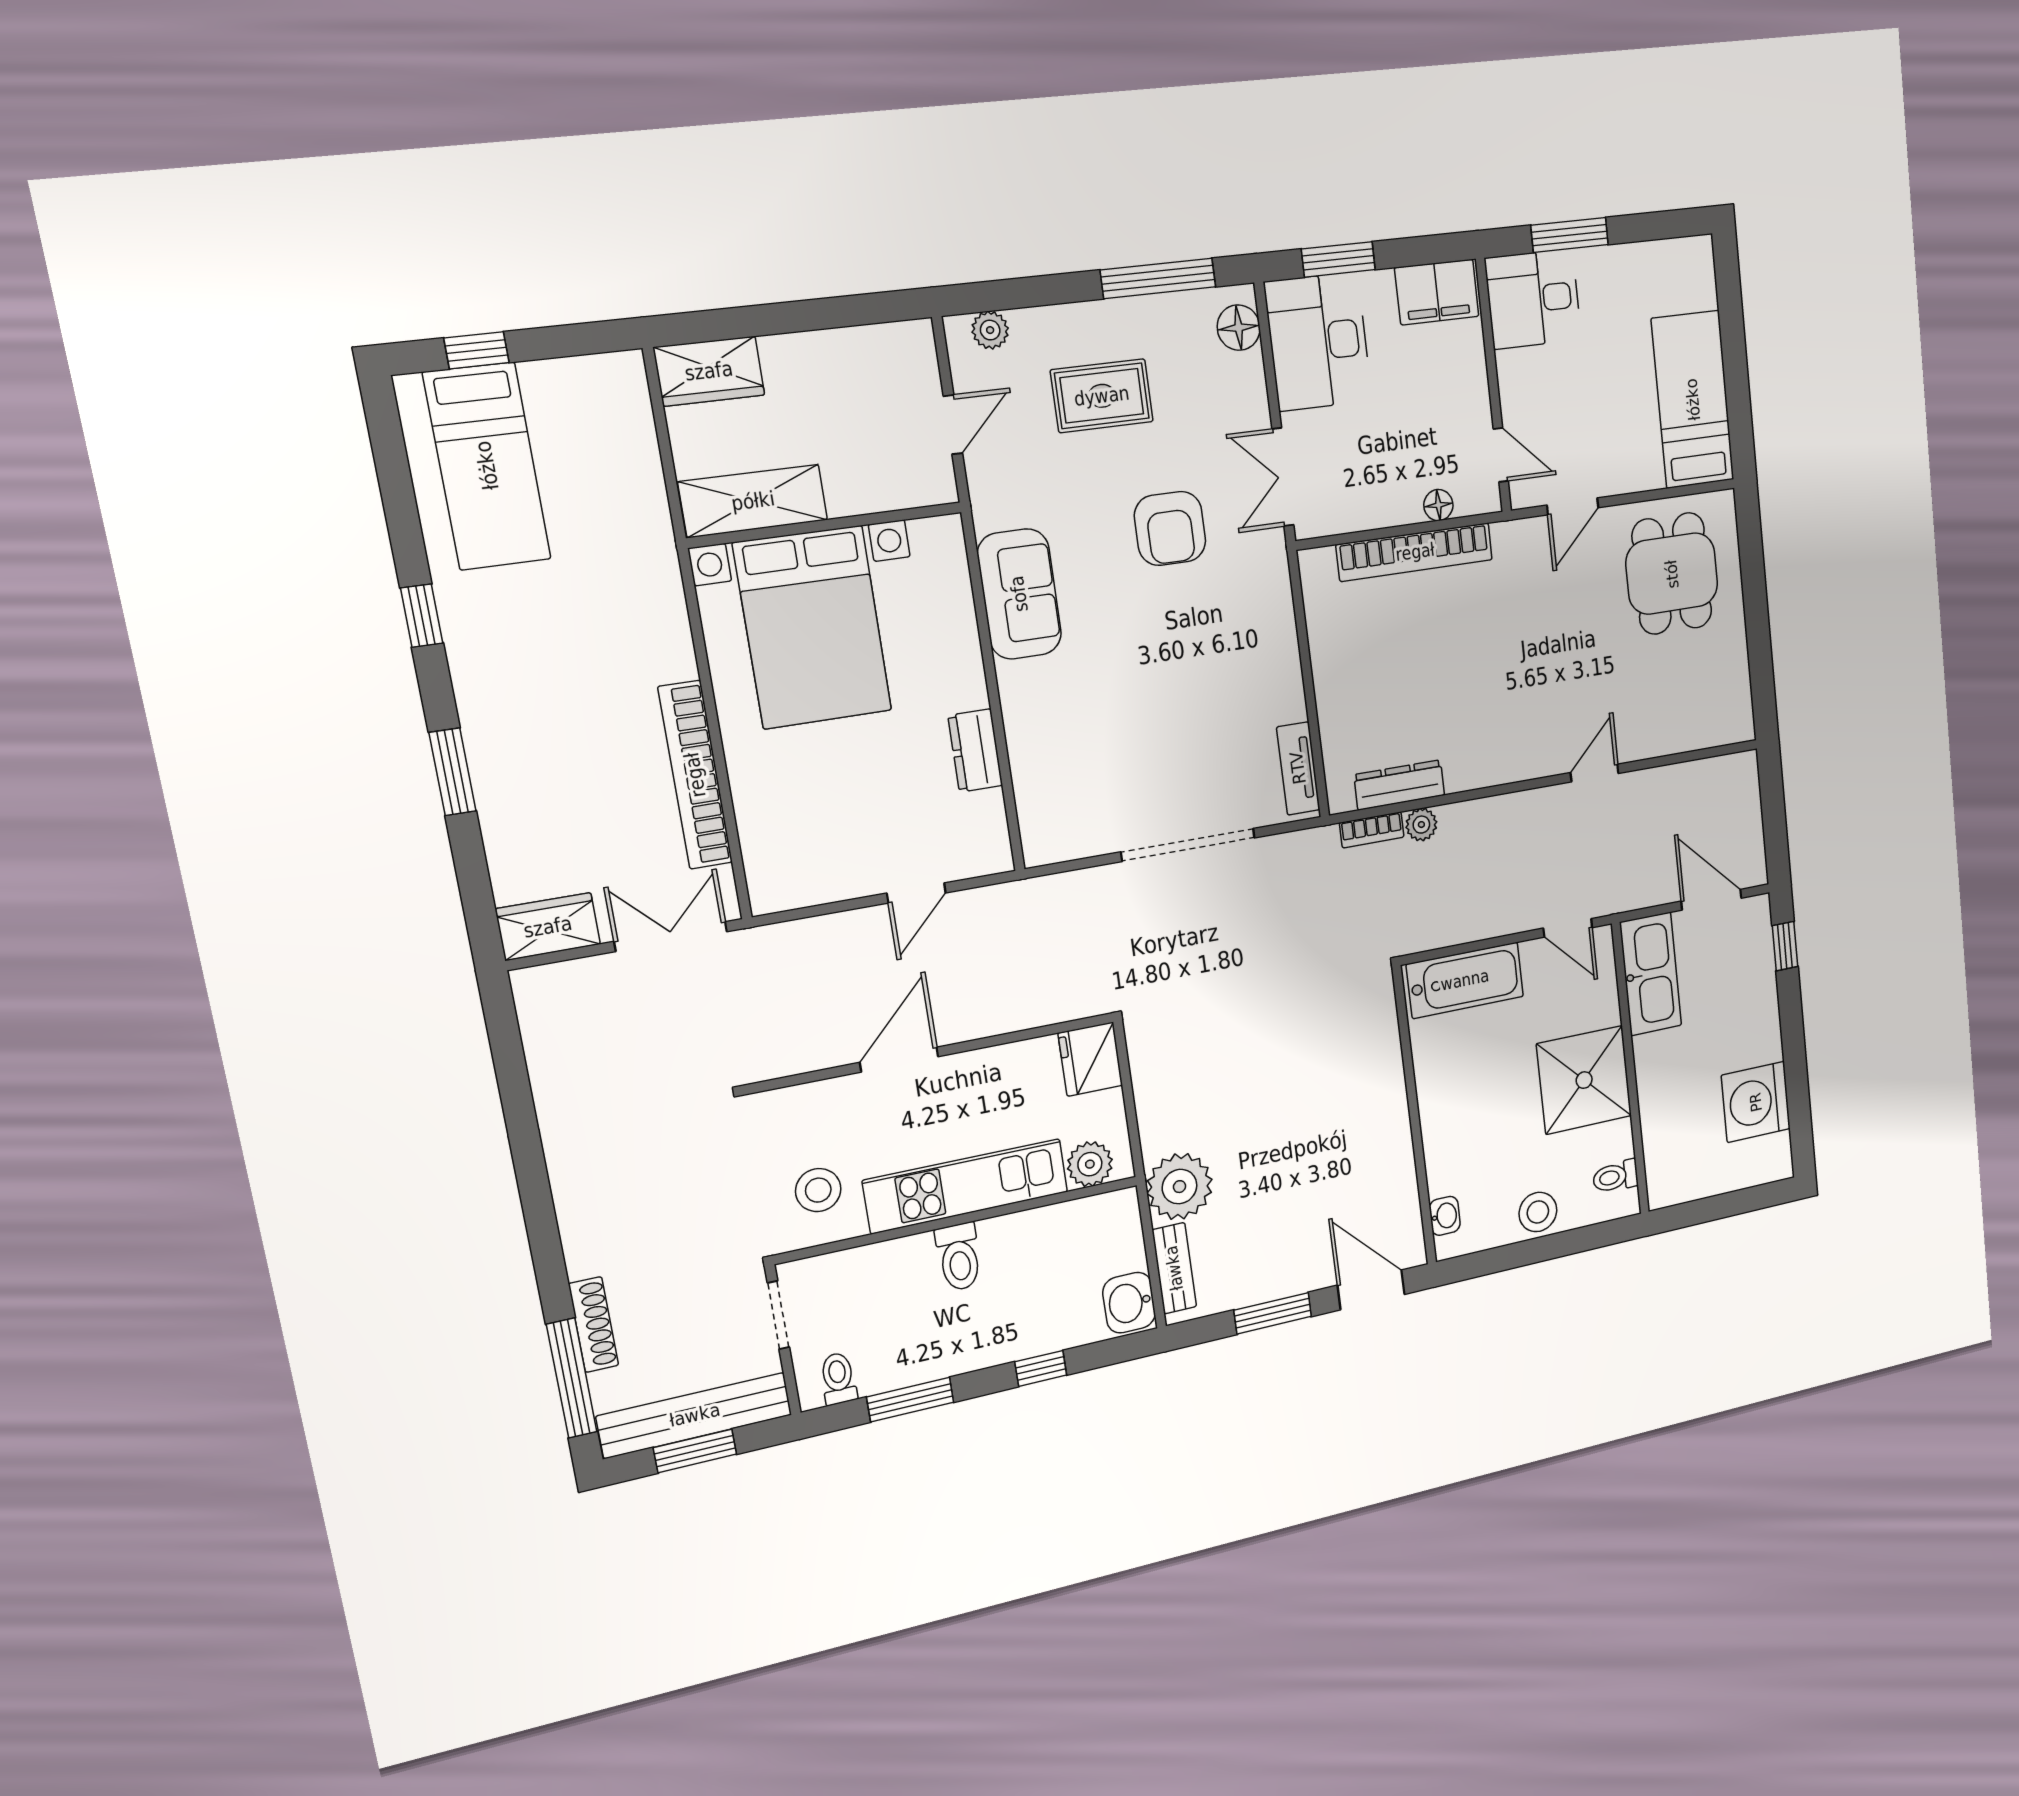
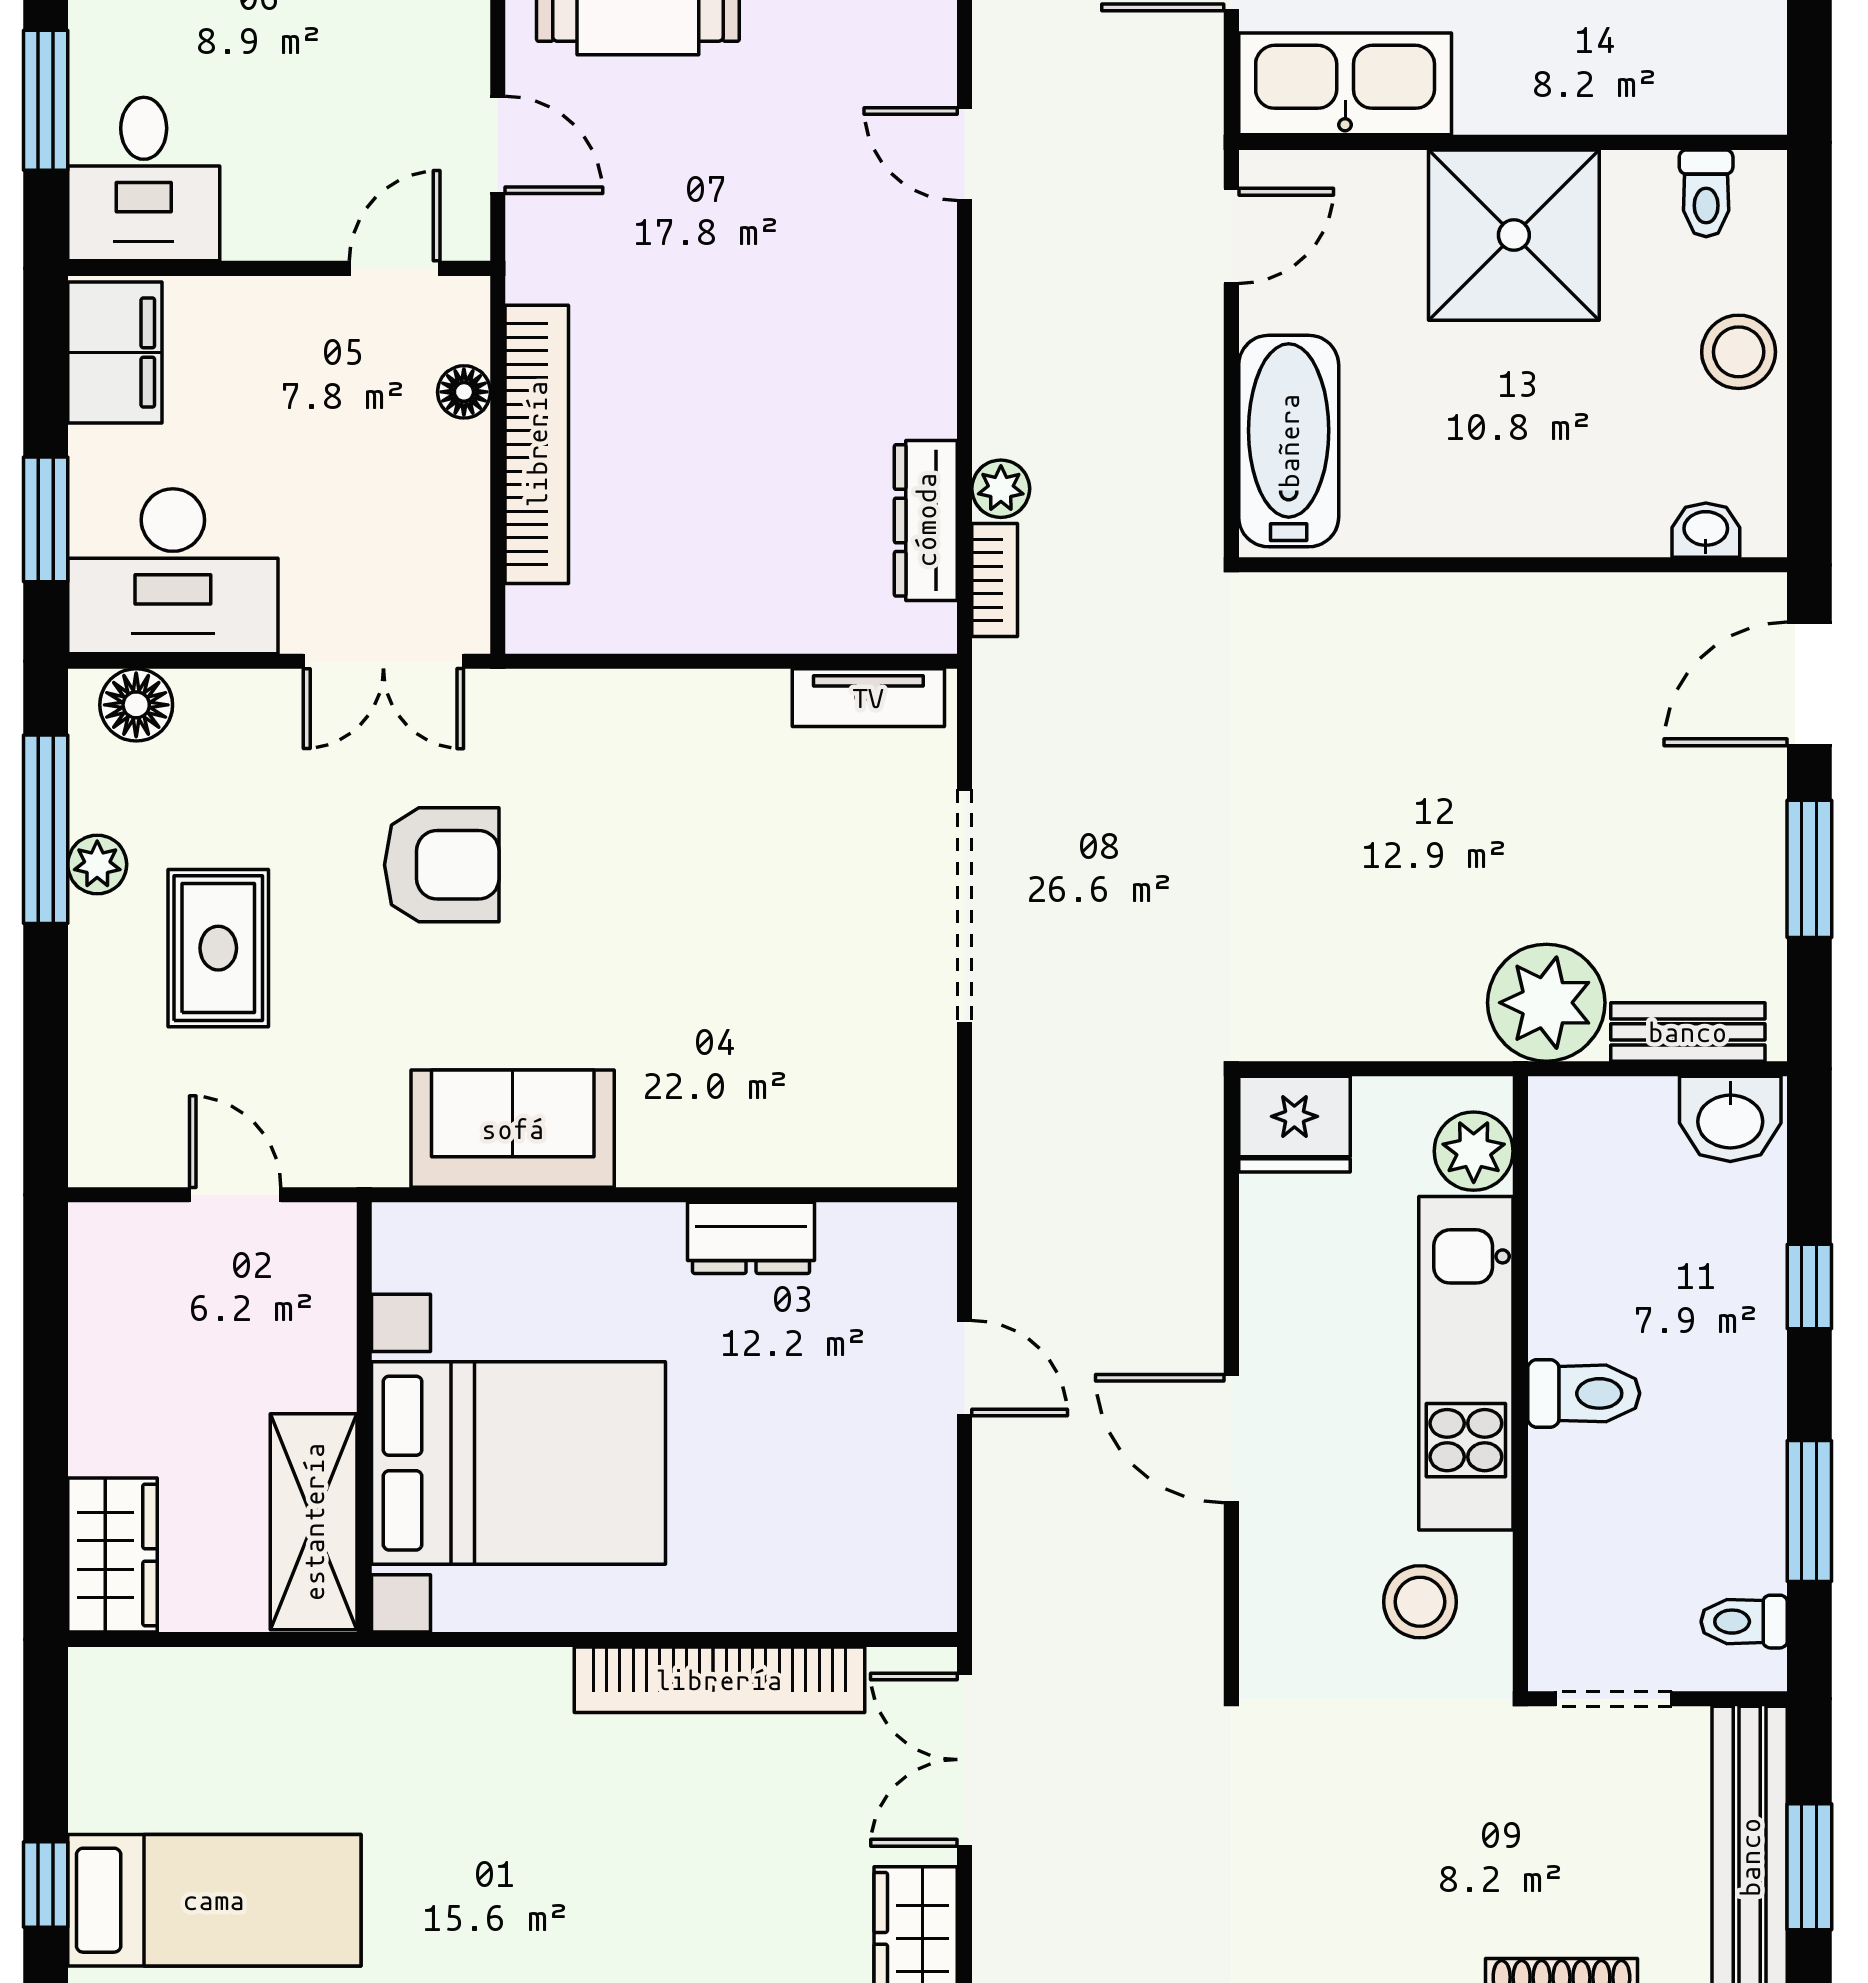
plant: (990, 330) -> (97, 864), moved

